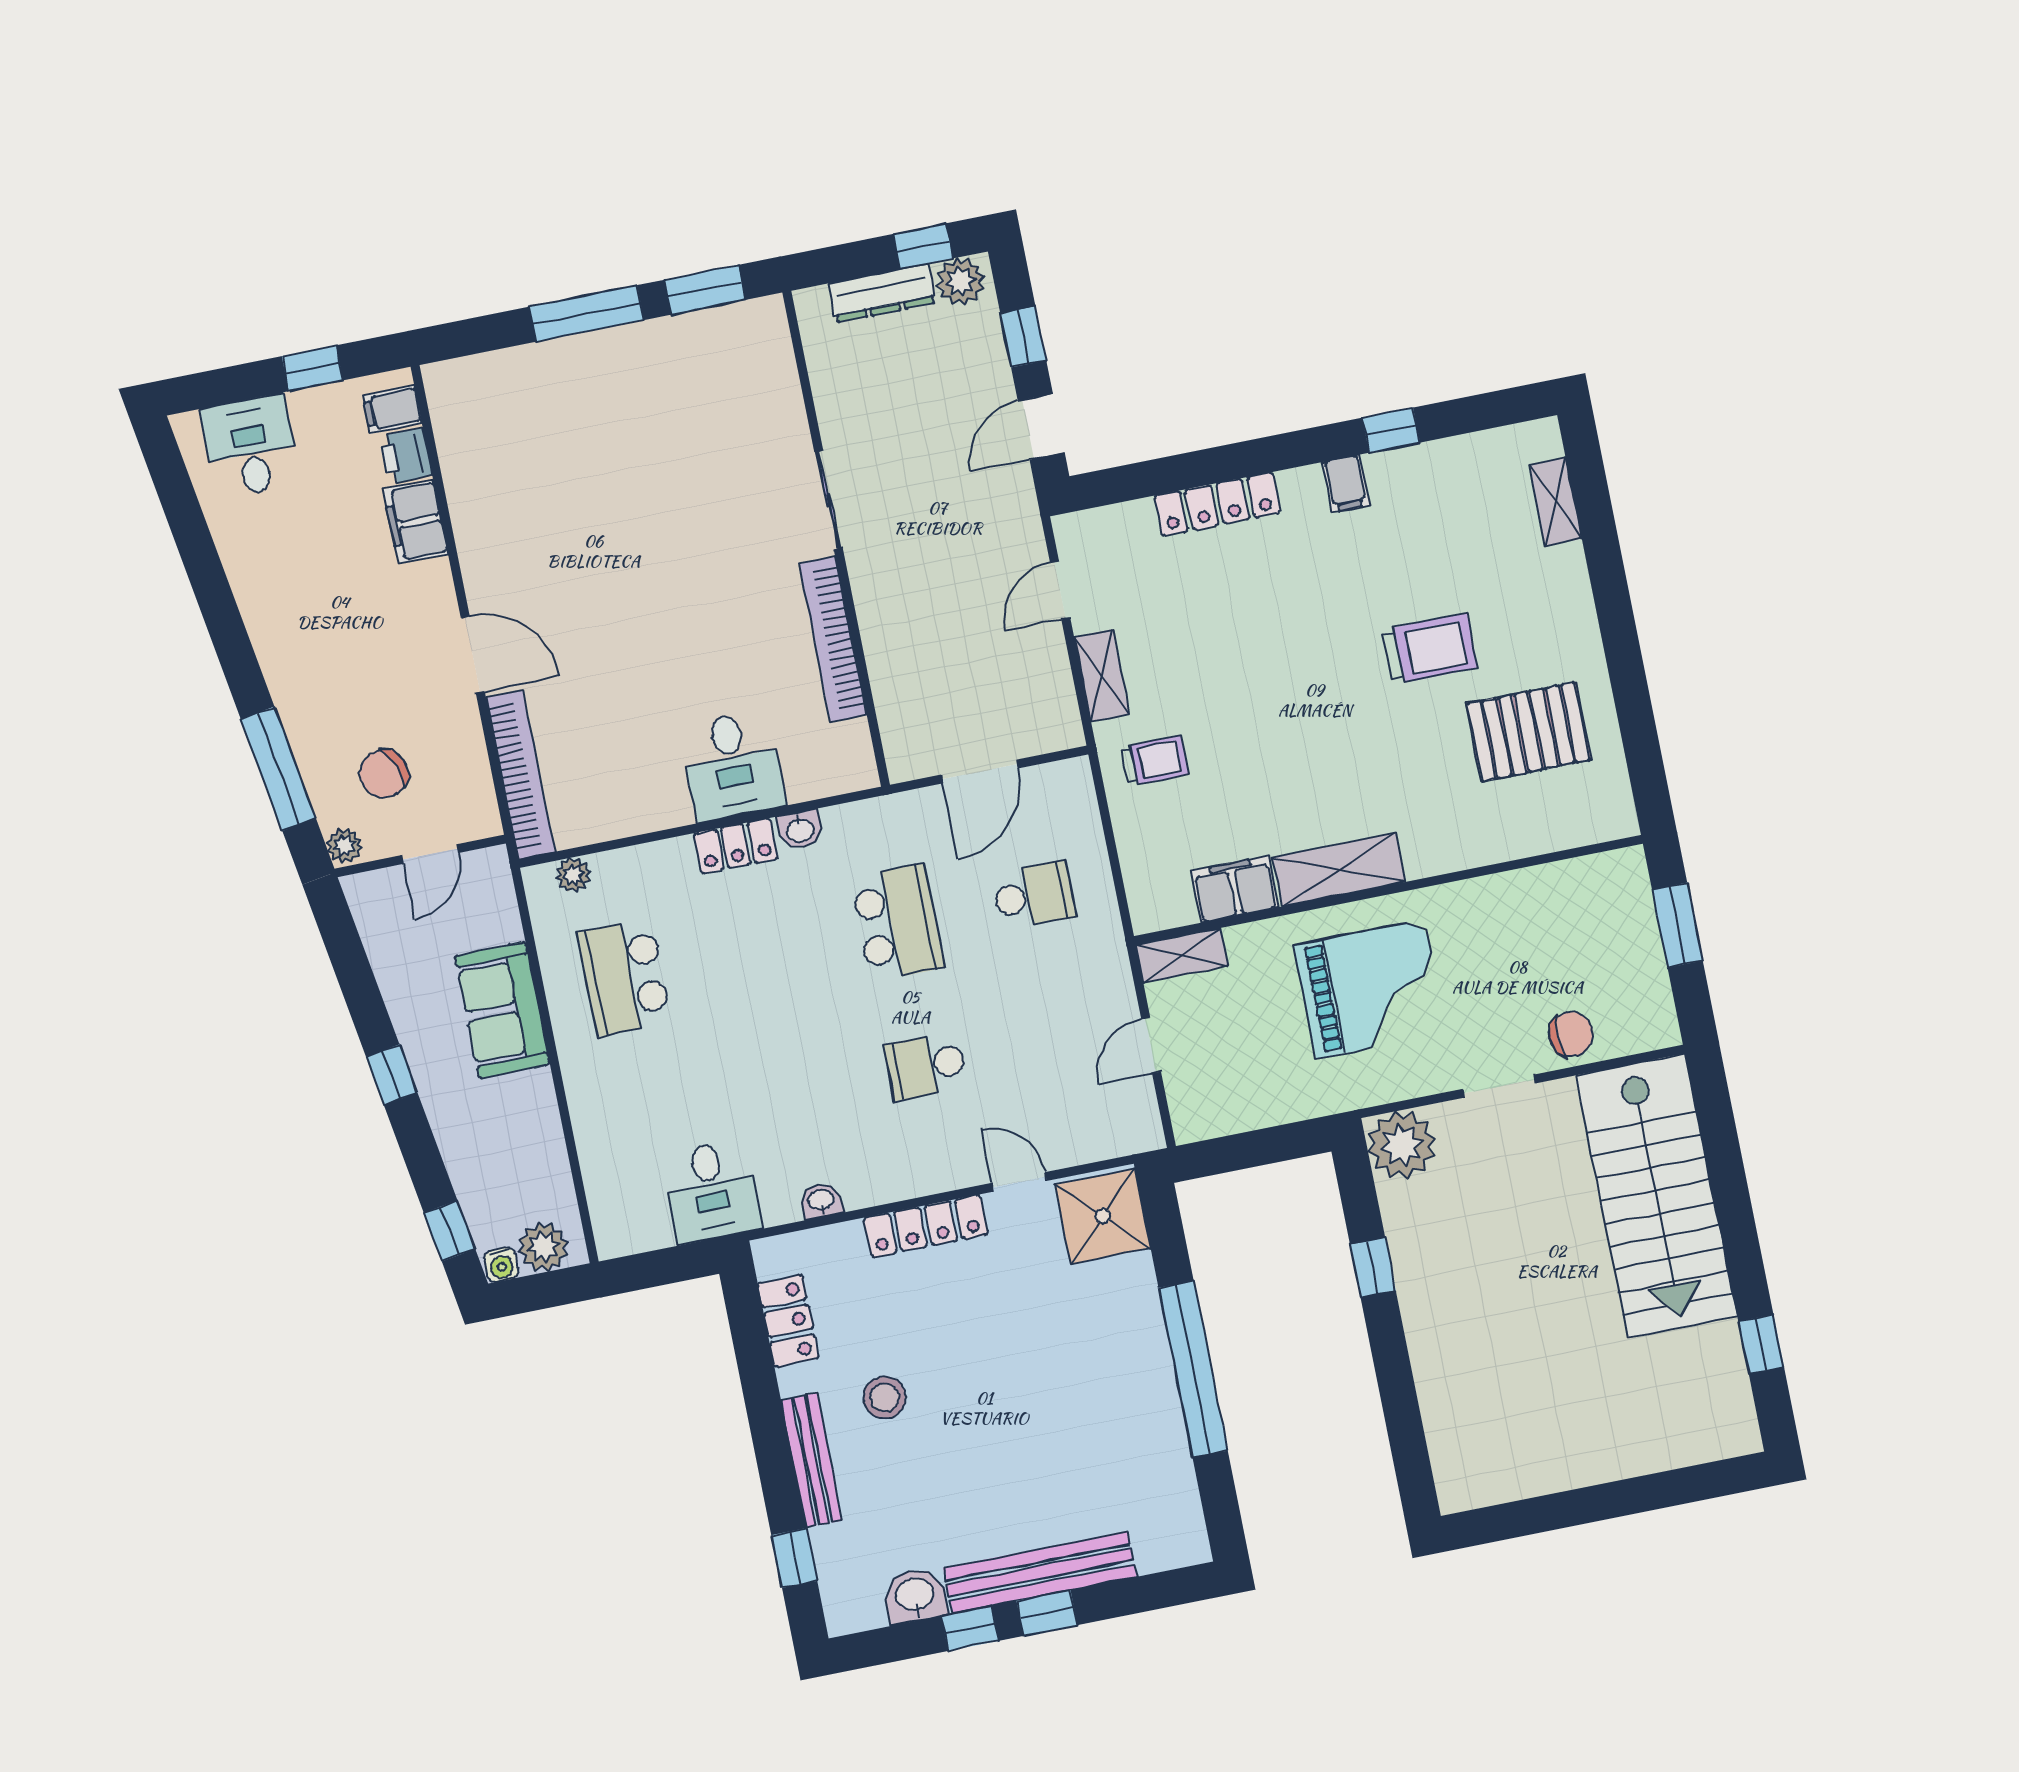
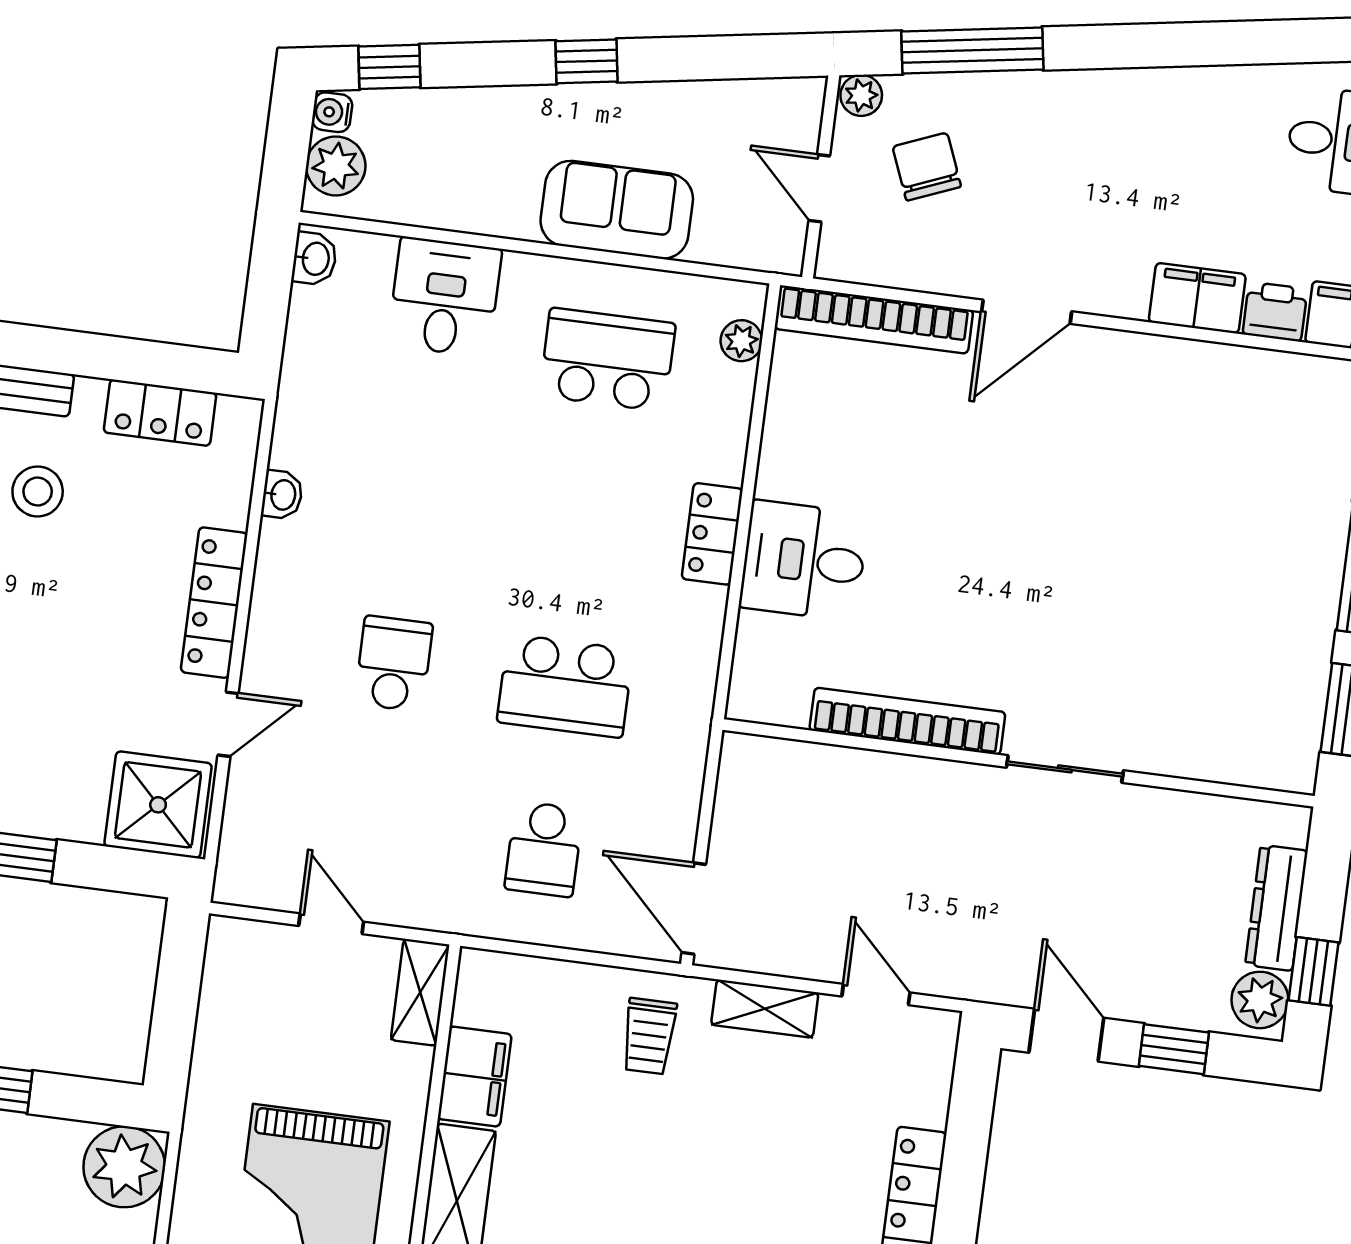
door: (980, 772) -> (694, 909), moved
washbasin: (800, 830) -> (315, 259), moved, turned 180
desk: (711, 1191) -> (445, 297), moved, turned 90

